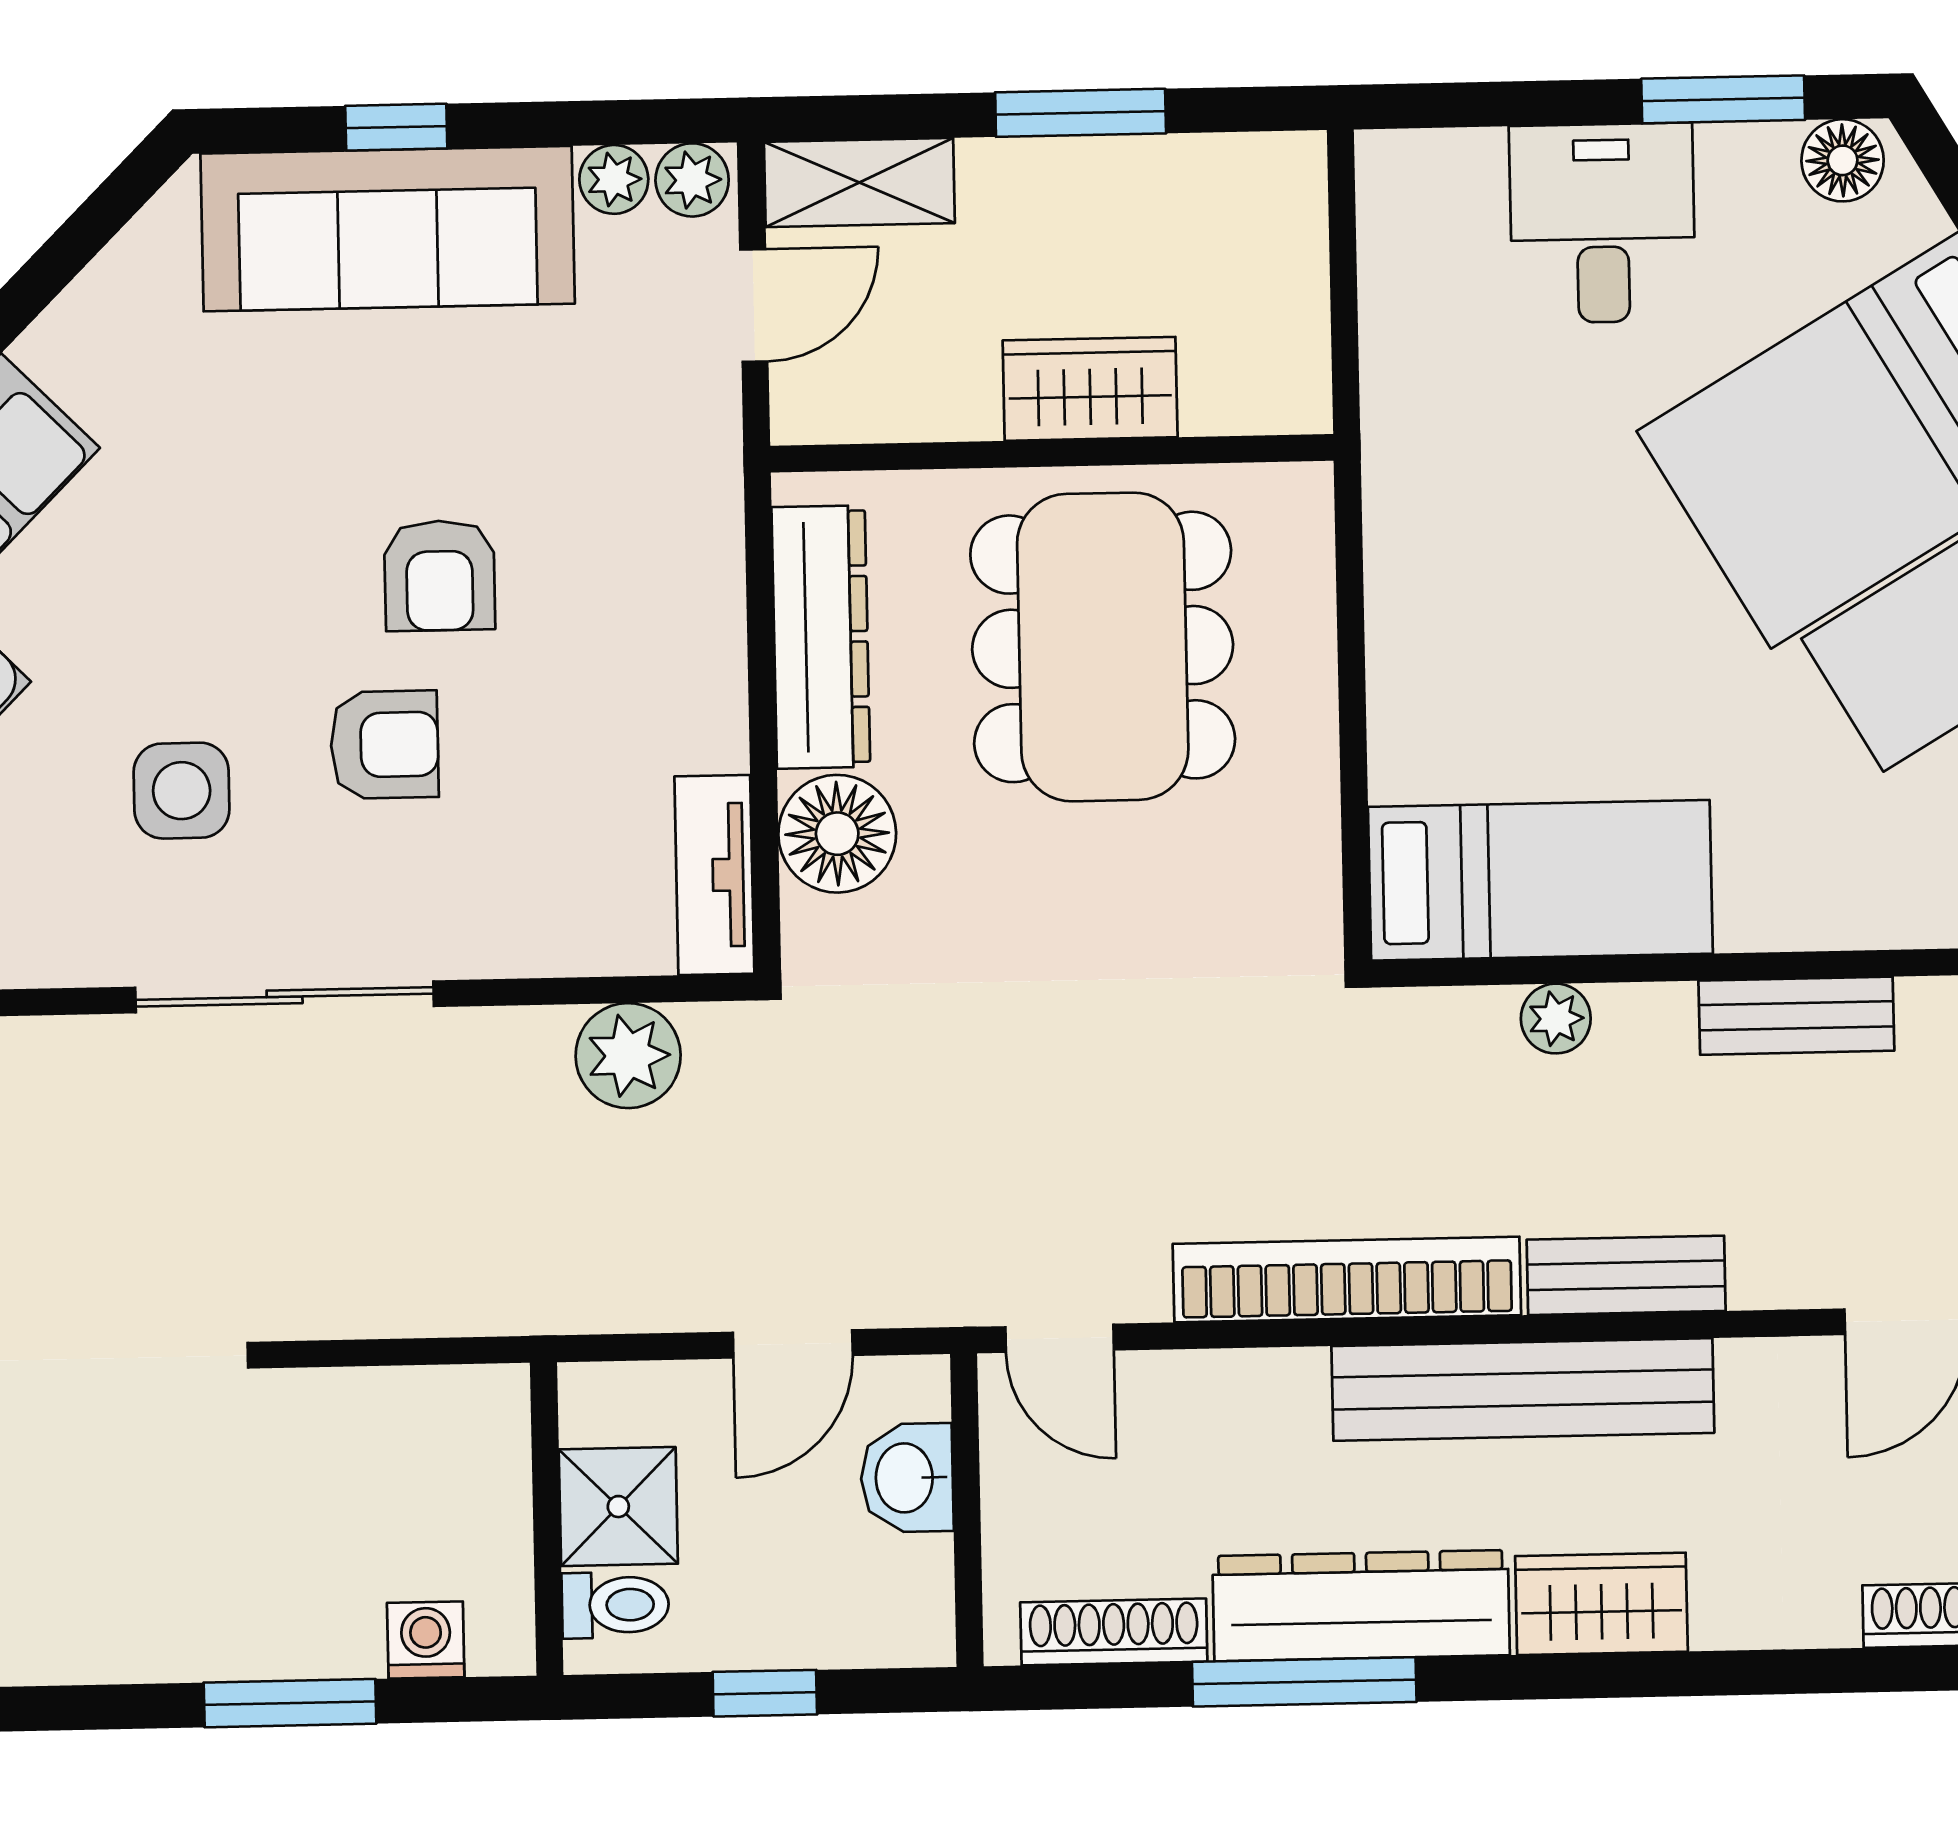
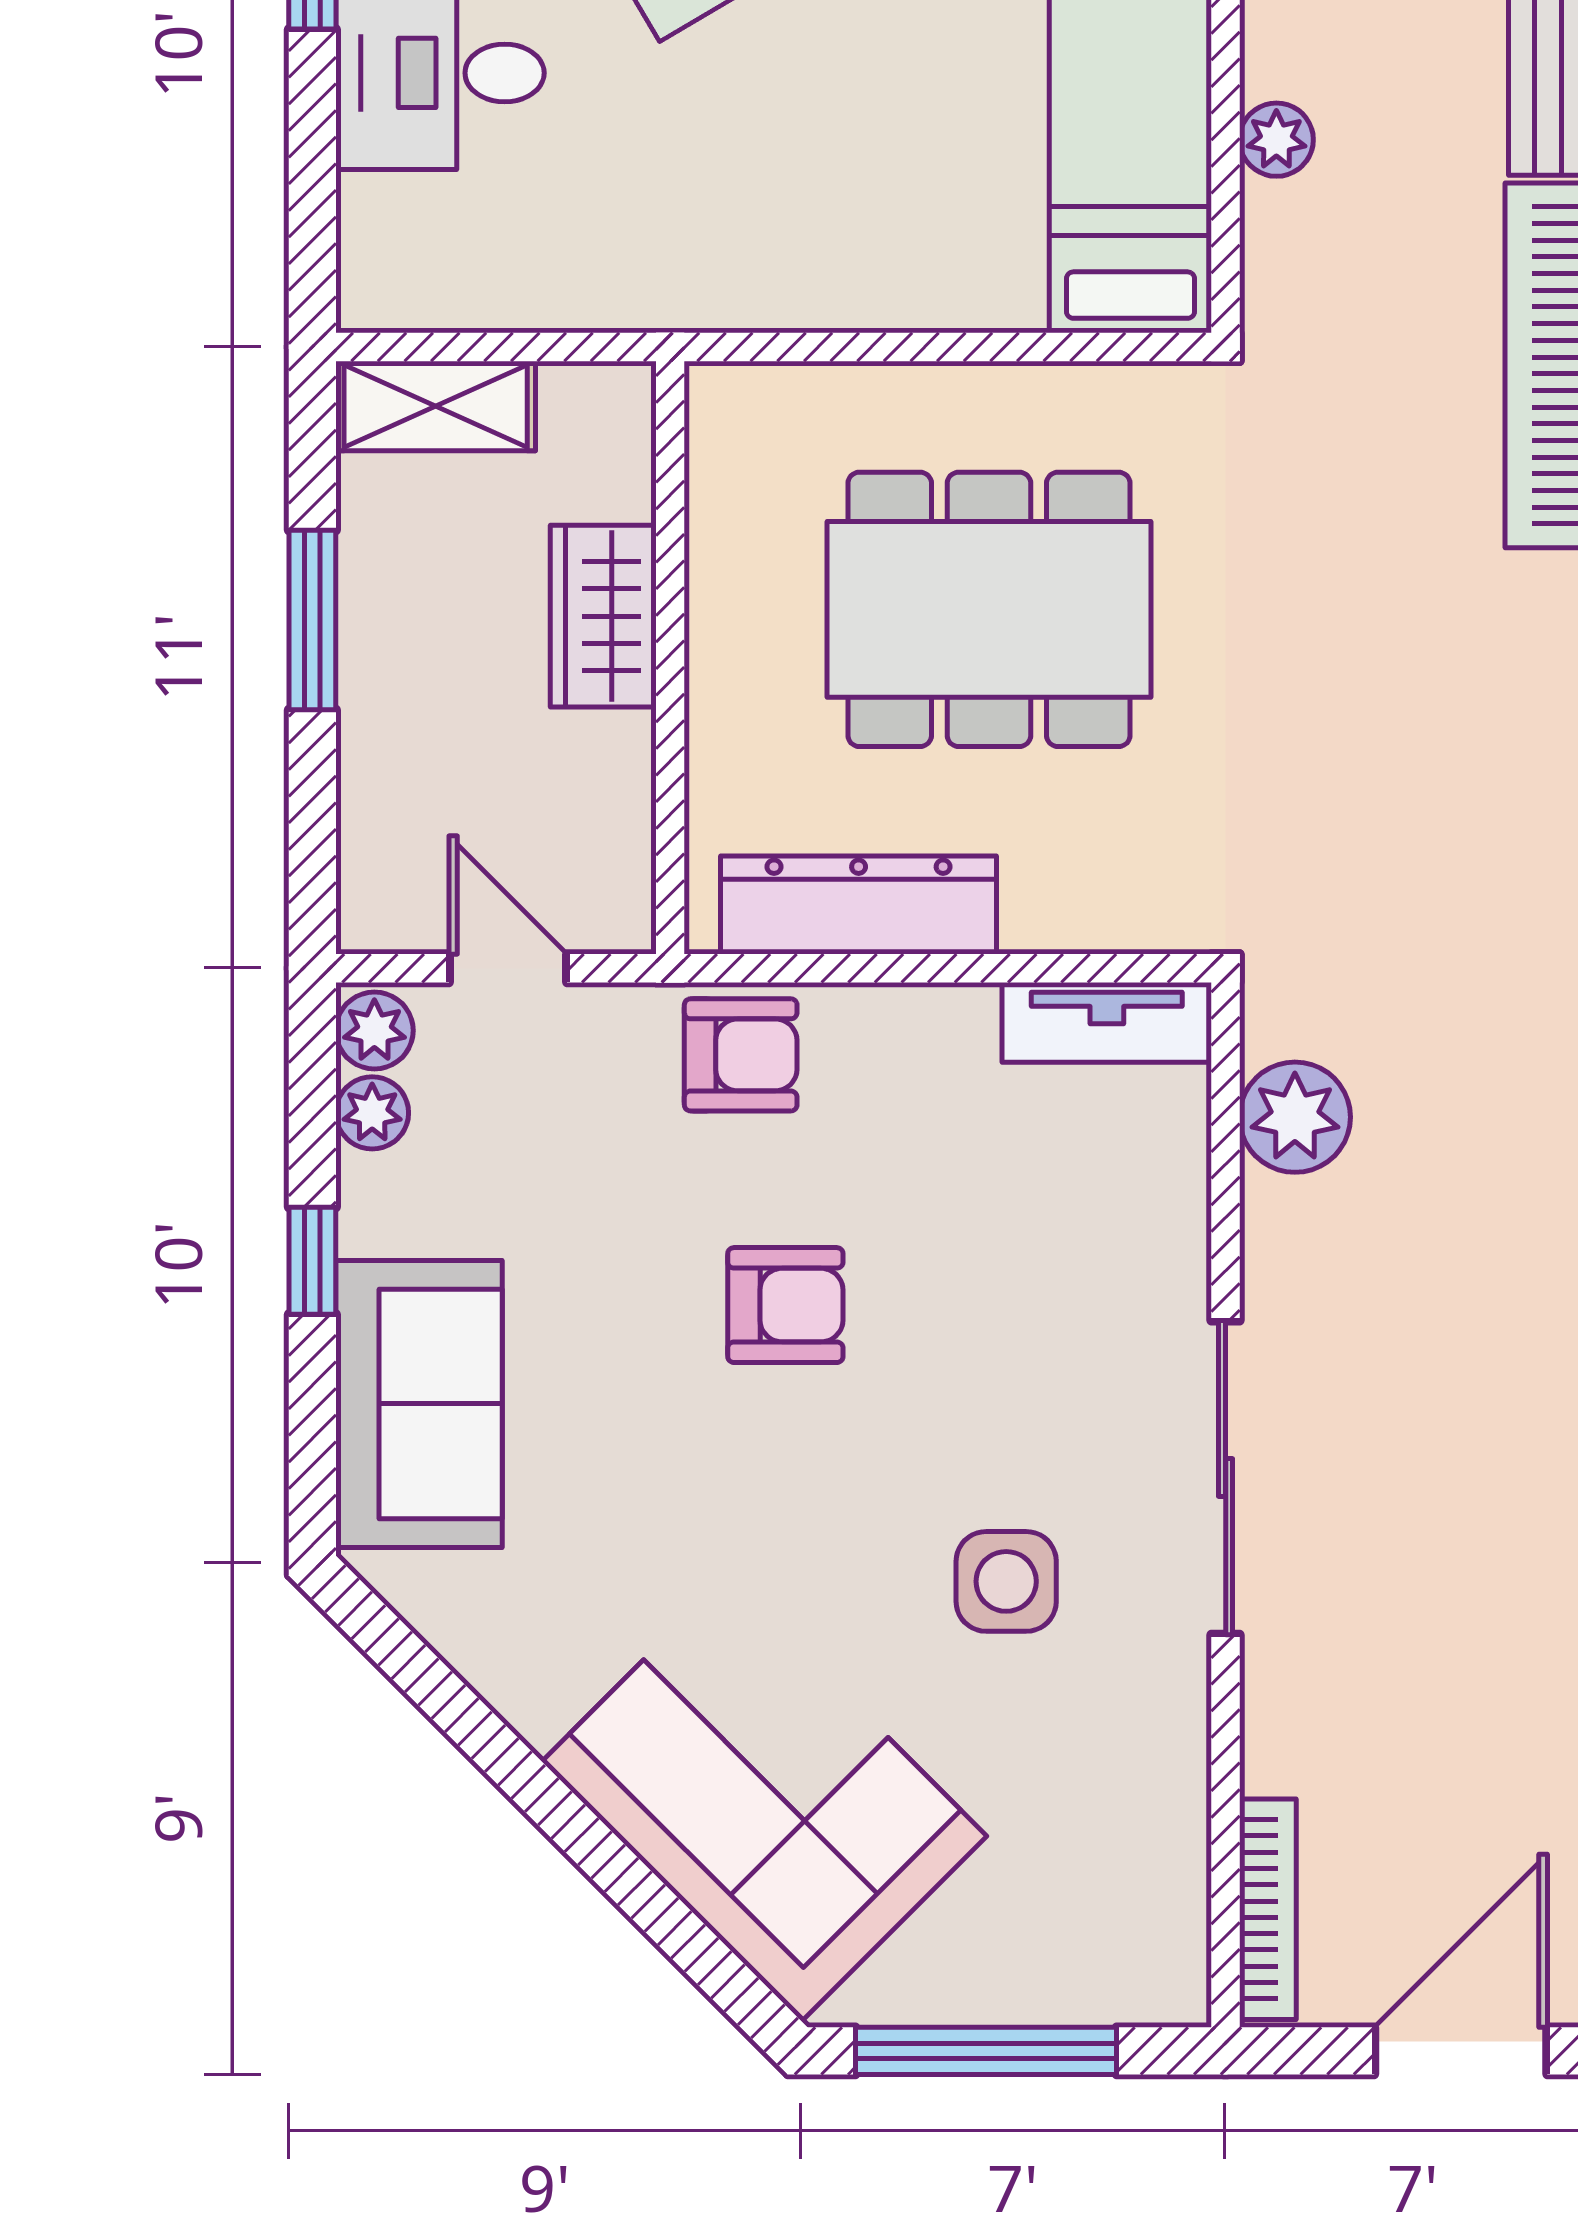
window: (396, 127) -> (312, 1261), moved
shelving: (859, 182) -> (436, 406), moved, turned 90
sofa: (388, 229) -> (419, 1404), width x0.73
dining table: (1103, 647) -> (989, 609), moved
armchair: (384, 745) -> (741, 1055), moved, turned 90
floor lamp: (837, 834) -> (1066, 892), removed

